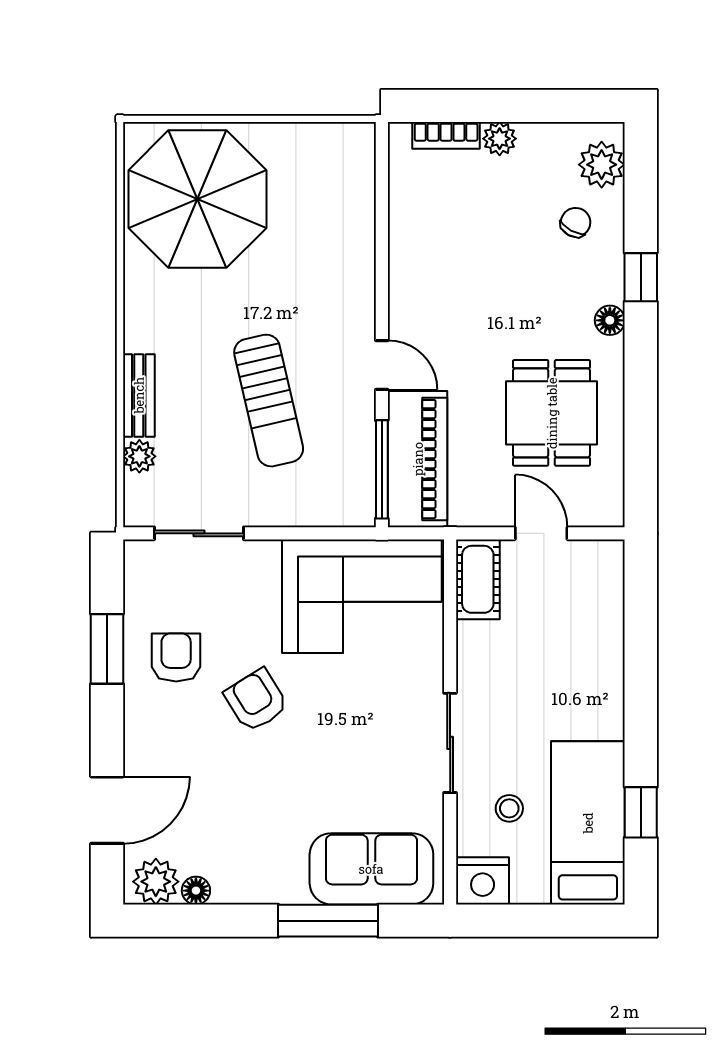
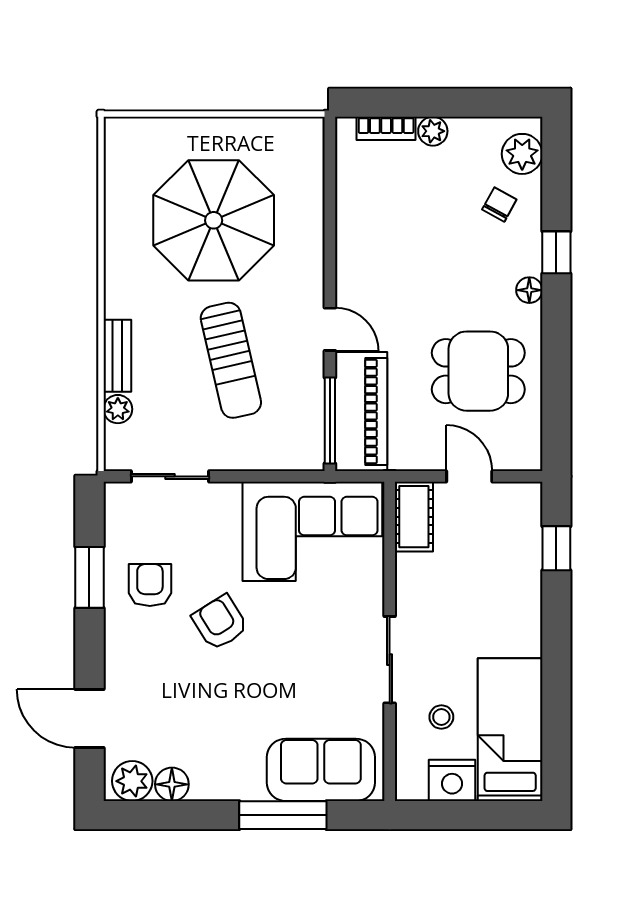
parasol: (197, 199) -> (214, 220), moved
dining table: (552, 413) -> (478, 371), turned 90
door: (107, 810) -> (89, 719), swing flipped
window: (641, 812) -> (556, 548), moved
nightstand: (483, 881) -> (452, 780), moved
floor lamp: (196, 891) -> (172, 784), width x1.37, depth x1.37

